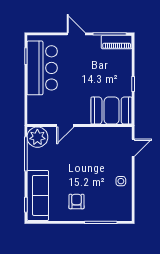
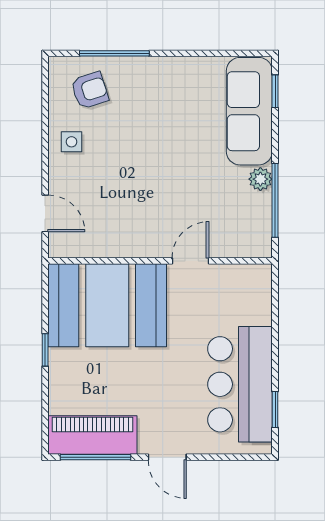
piano: (117, 42) -> (92, 435), width x1.37, depth x1.33
booth: (112, 111) -> (107, 305), width x1.36, depth x1.42
plant: (37, 137) -> (260, 179), moved, width x0.53, depth x0.53
door: (133, 148) -> (45, 213), swing flipped
armchair: (76, 202) -> (90, 90), moved, turned -108

